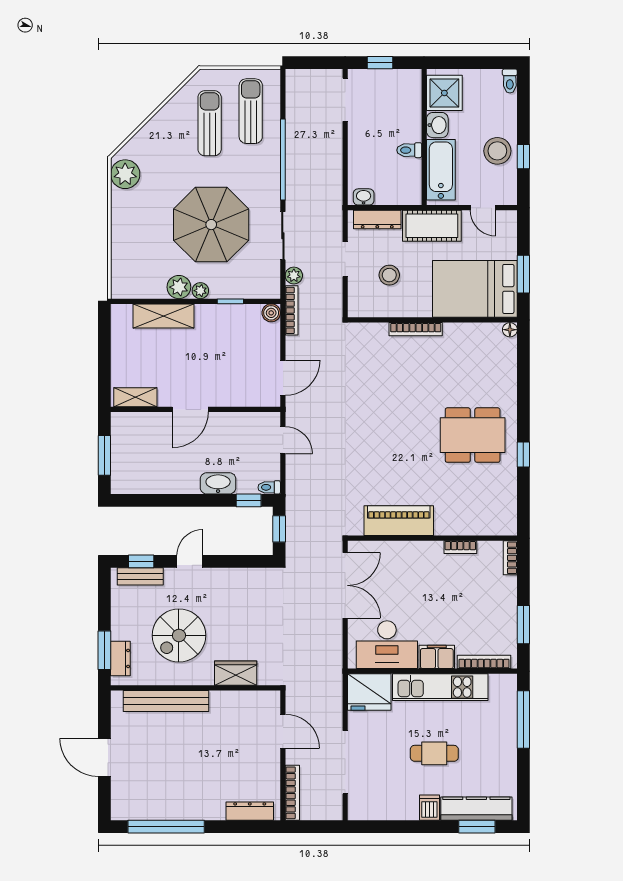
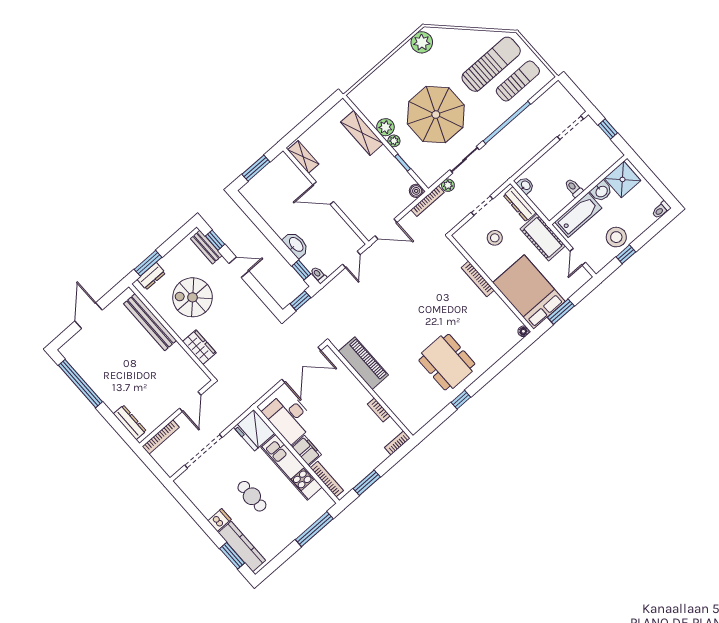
sun lounger: (210, 123) -> (491, 64), width x1.36, depth x1.34

